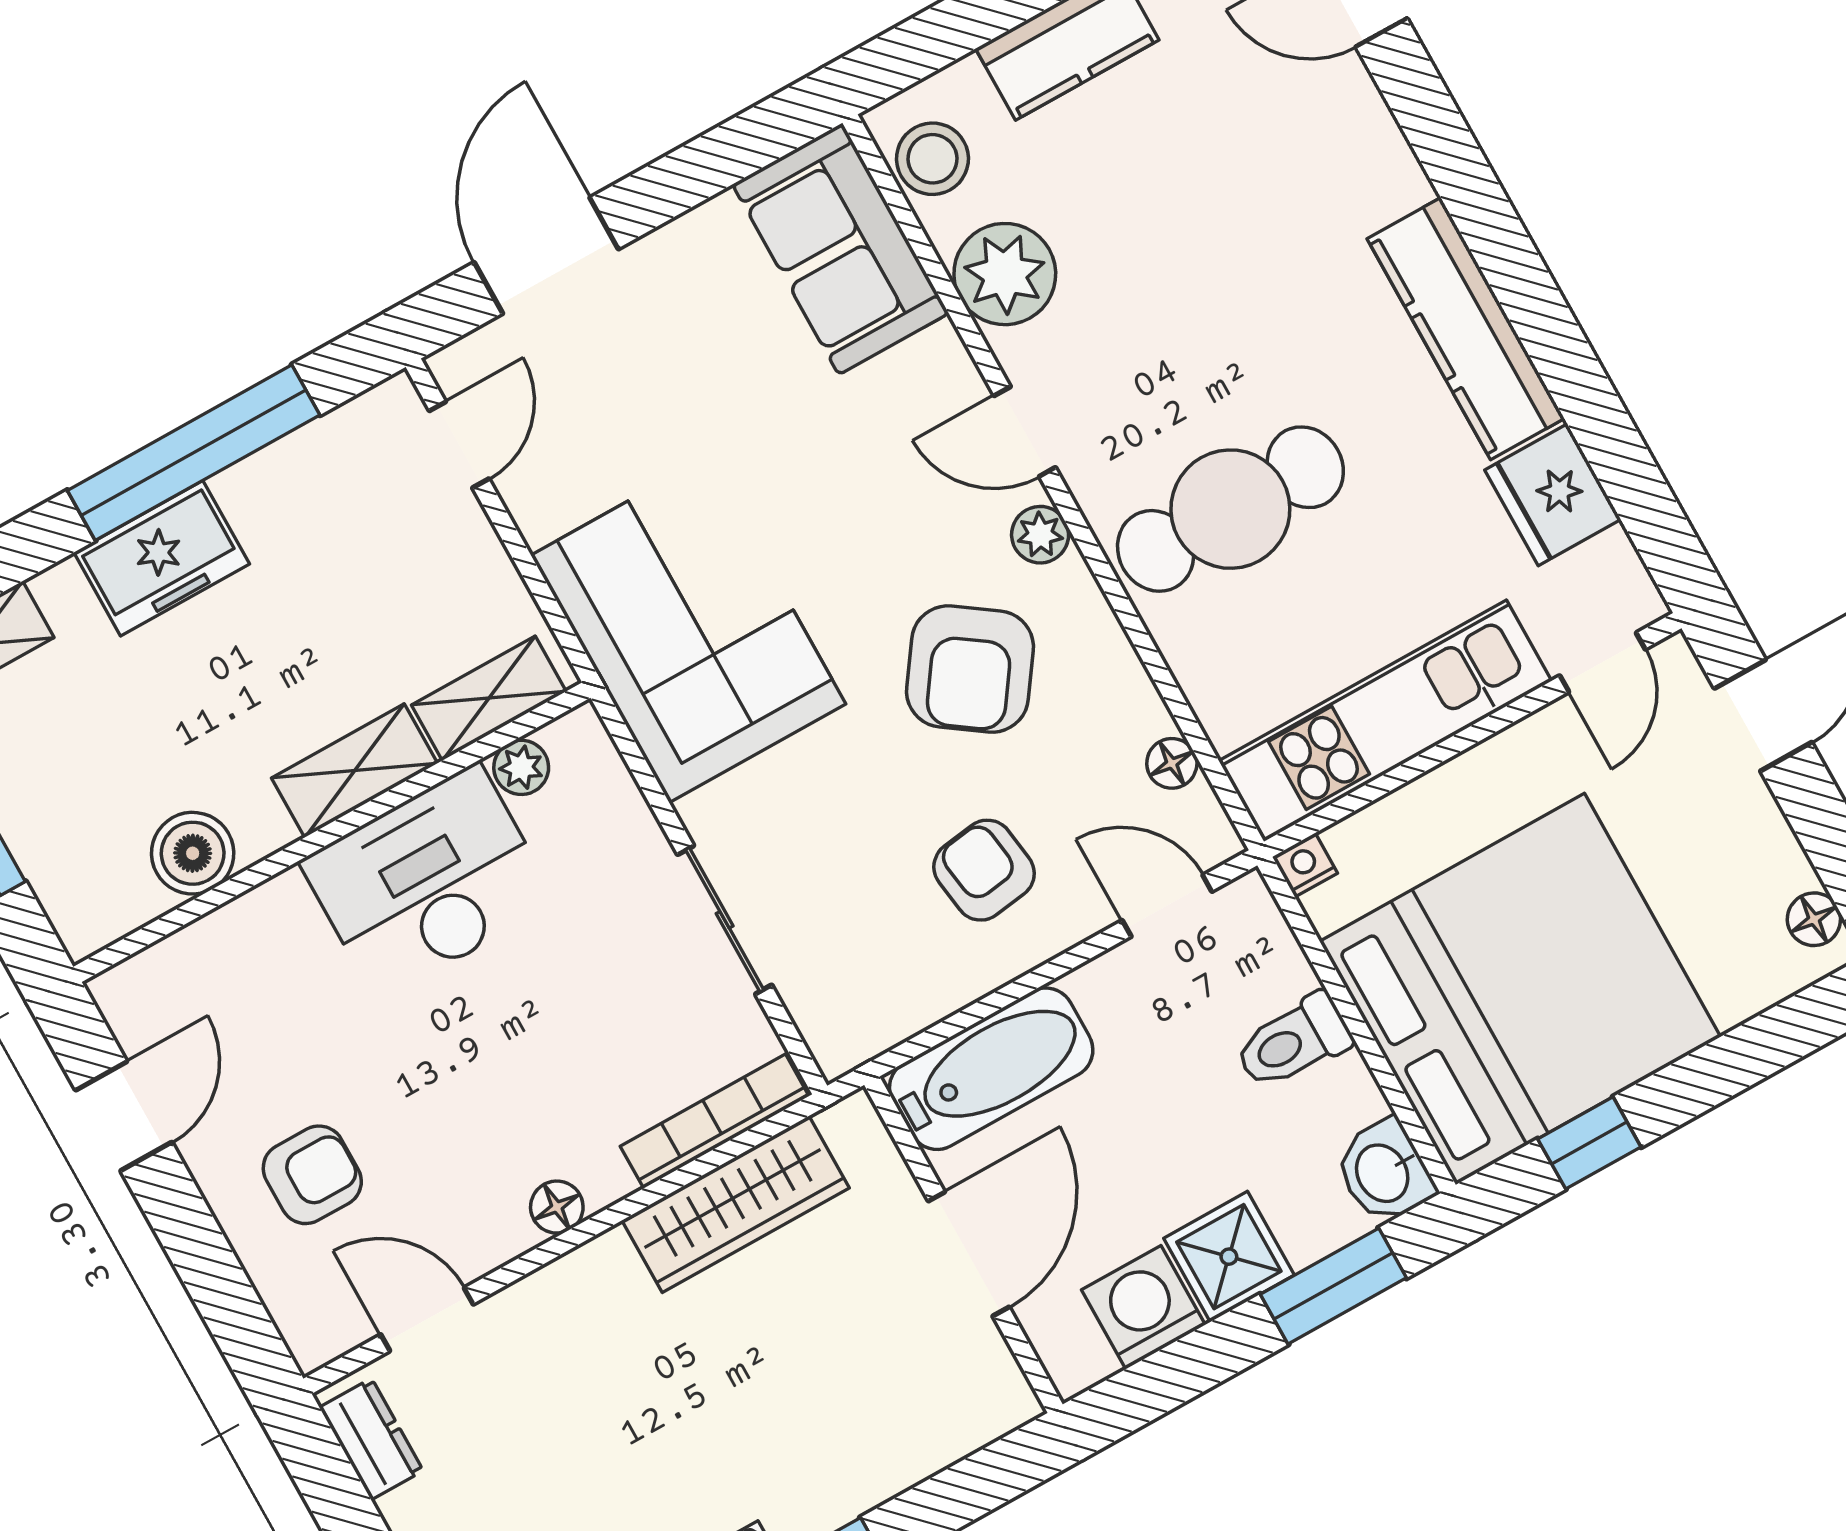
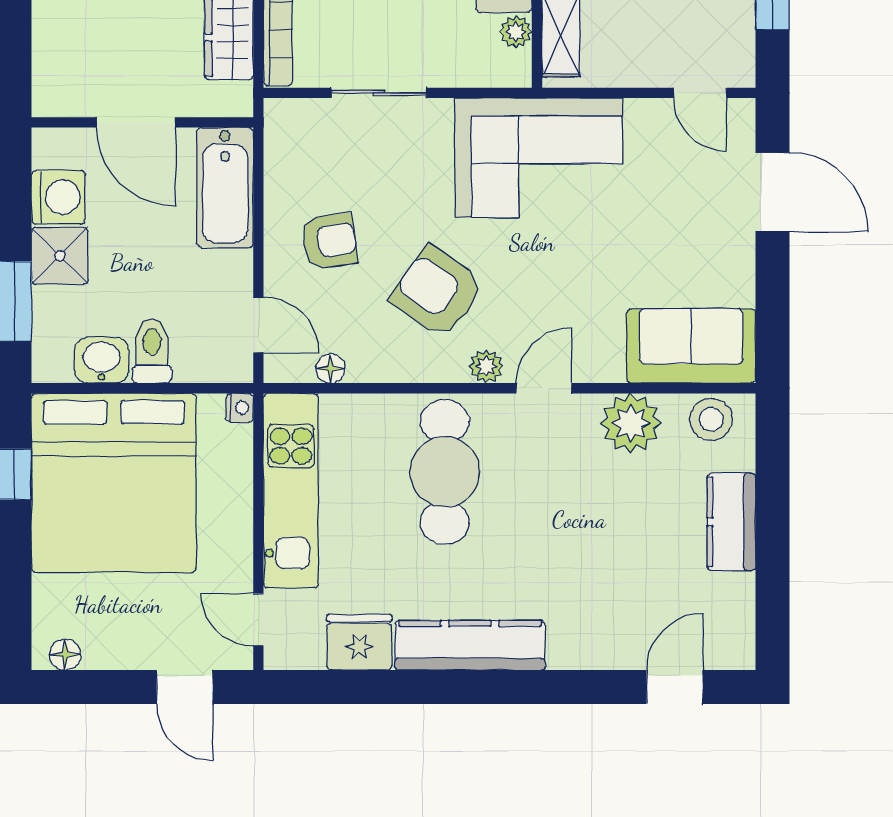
door: (1167, 906) -> (258, 325), hinge flipped
washbasin: (1384, 1172) -> (102, 360), moved

